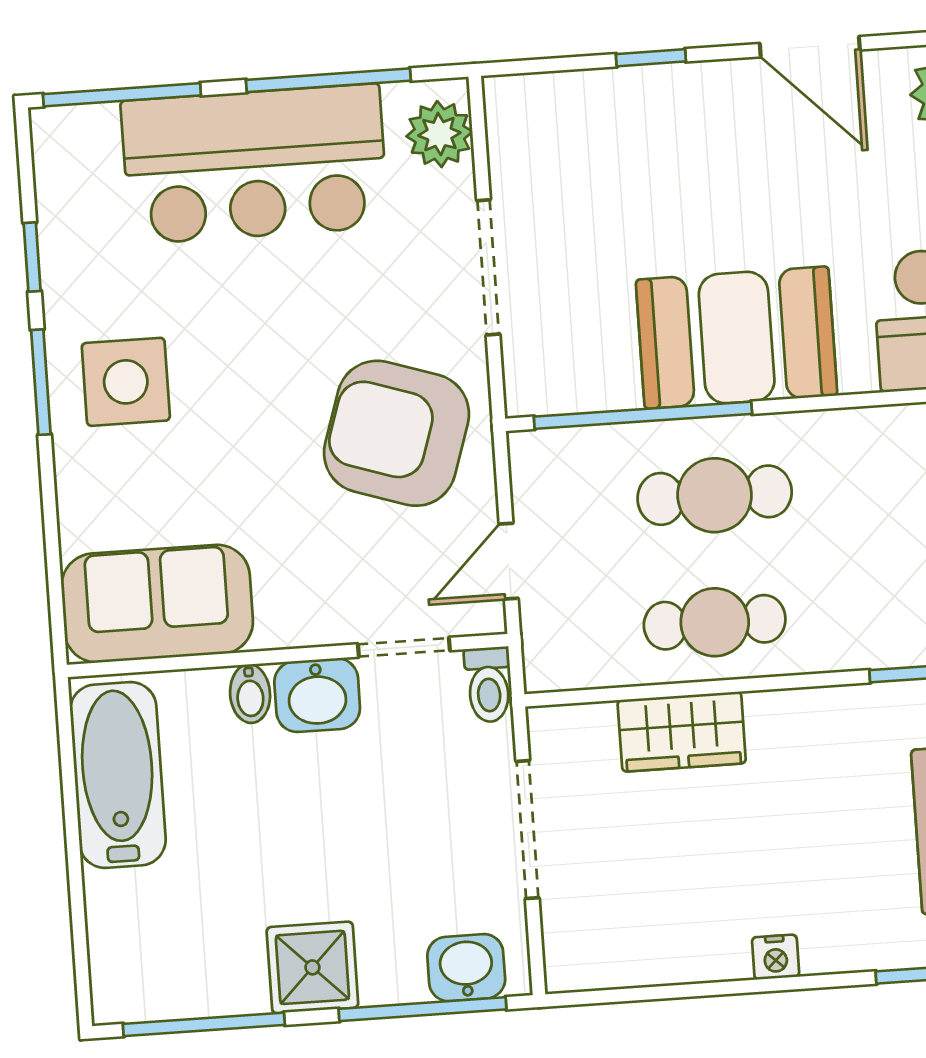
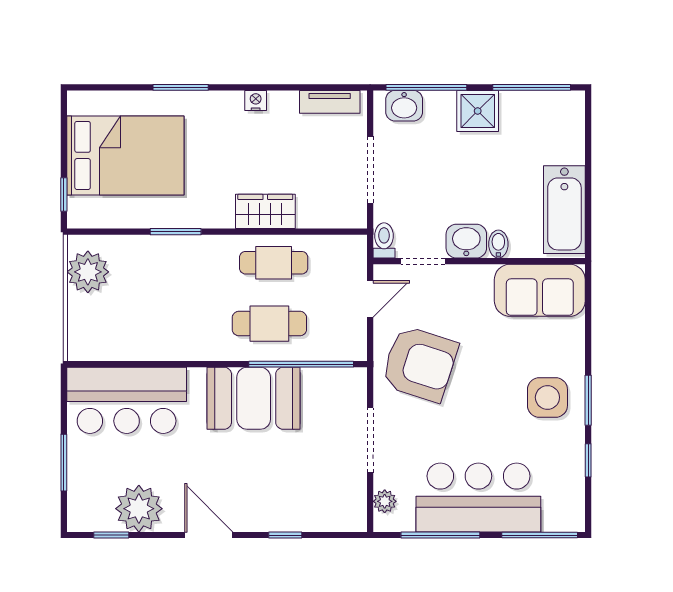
plant: (439, 134) -> (385, 501), width x0.73, depth x0.73
wardrobe: (682, 732) -> (265, 211), moved
tv unit: (622, 965) -> (330, 102), added

